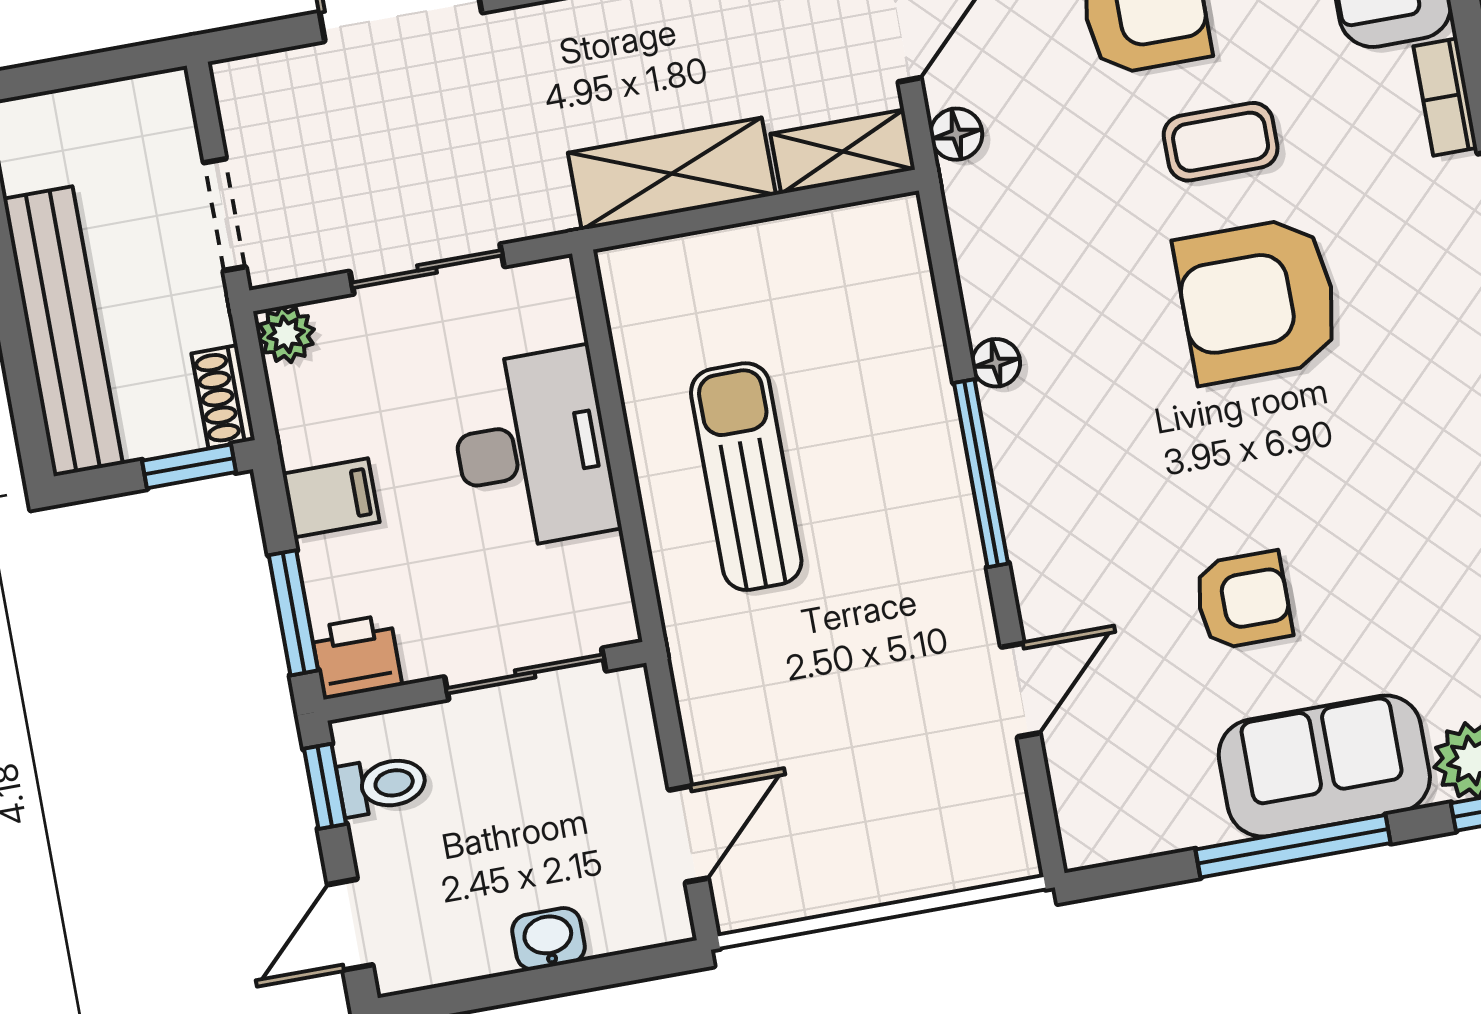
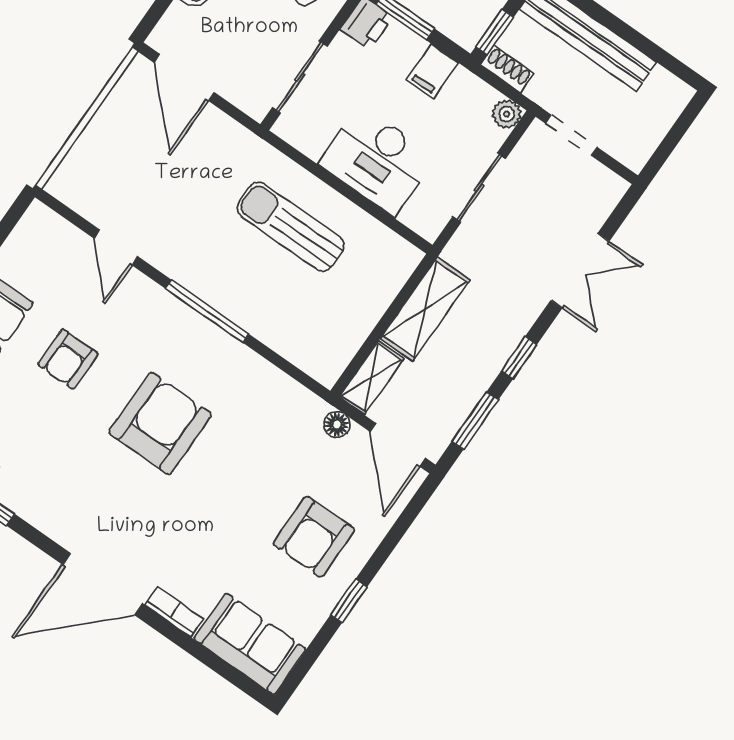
coffee table: (1221, 142) -> (239, 516), removed
armchair: (1258, 300) -> (160, 423), moved
floor lamp: (996, 363) -> (241, 356), removed
sun lounger: (746, 477) -> (291, 227), turned 180
door: (688, 834) -> (184, 77), width x1.38

